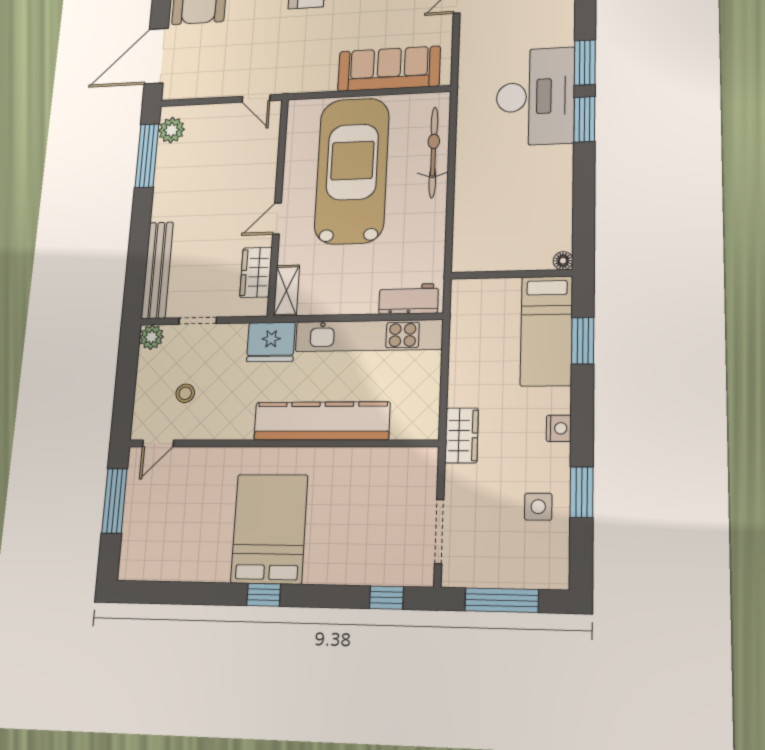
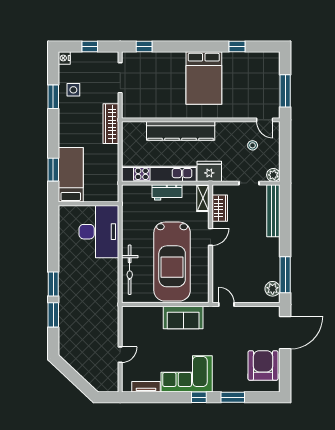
sofa: (389, 69) -> (183, 317), moved, width x0.73
desk: (535, 97) -> (99, 232), moved, turned 180
floor lamp: (563, 261) -> (63, 210), removed
workbench: (409, 299) -> (167, 192), moved
nightstand: (559, 428) -> (64, 58), moved
wardrobe: (462, 435) -> (111, 124), width x1.50
door: (158, 443) -> (265, 120), swing flipped
window: (264, 595) -> (237, 46), moved
window: (502, 600) -> (90, 46), width x0.46

